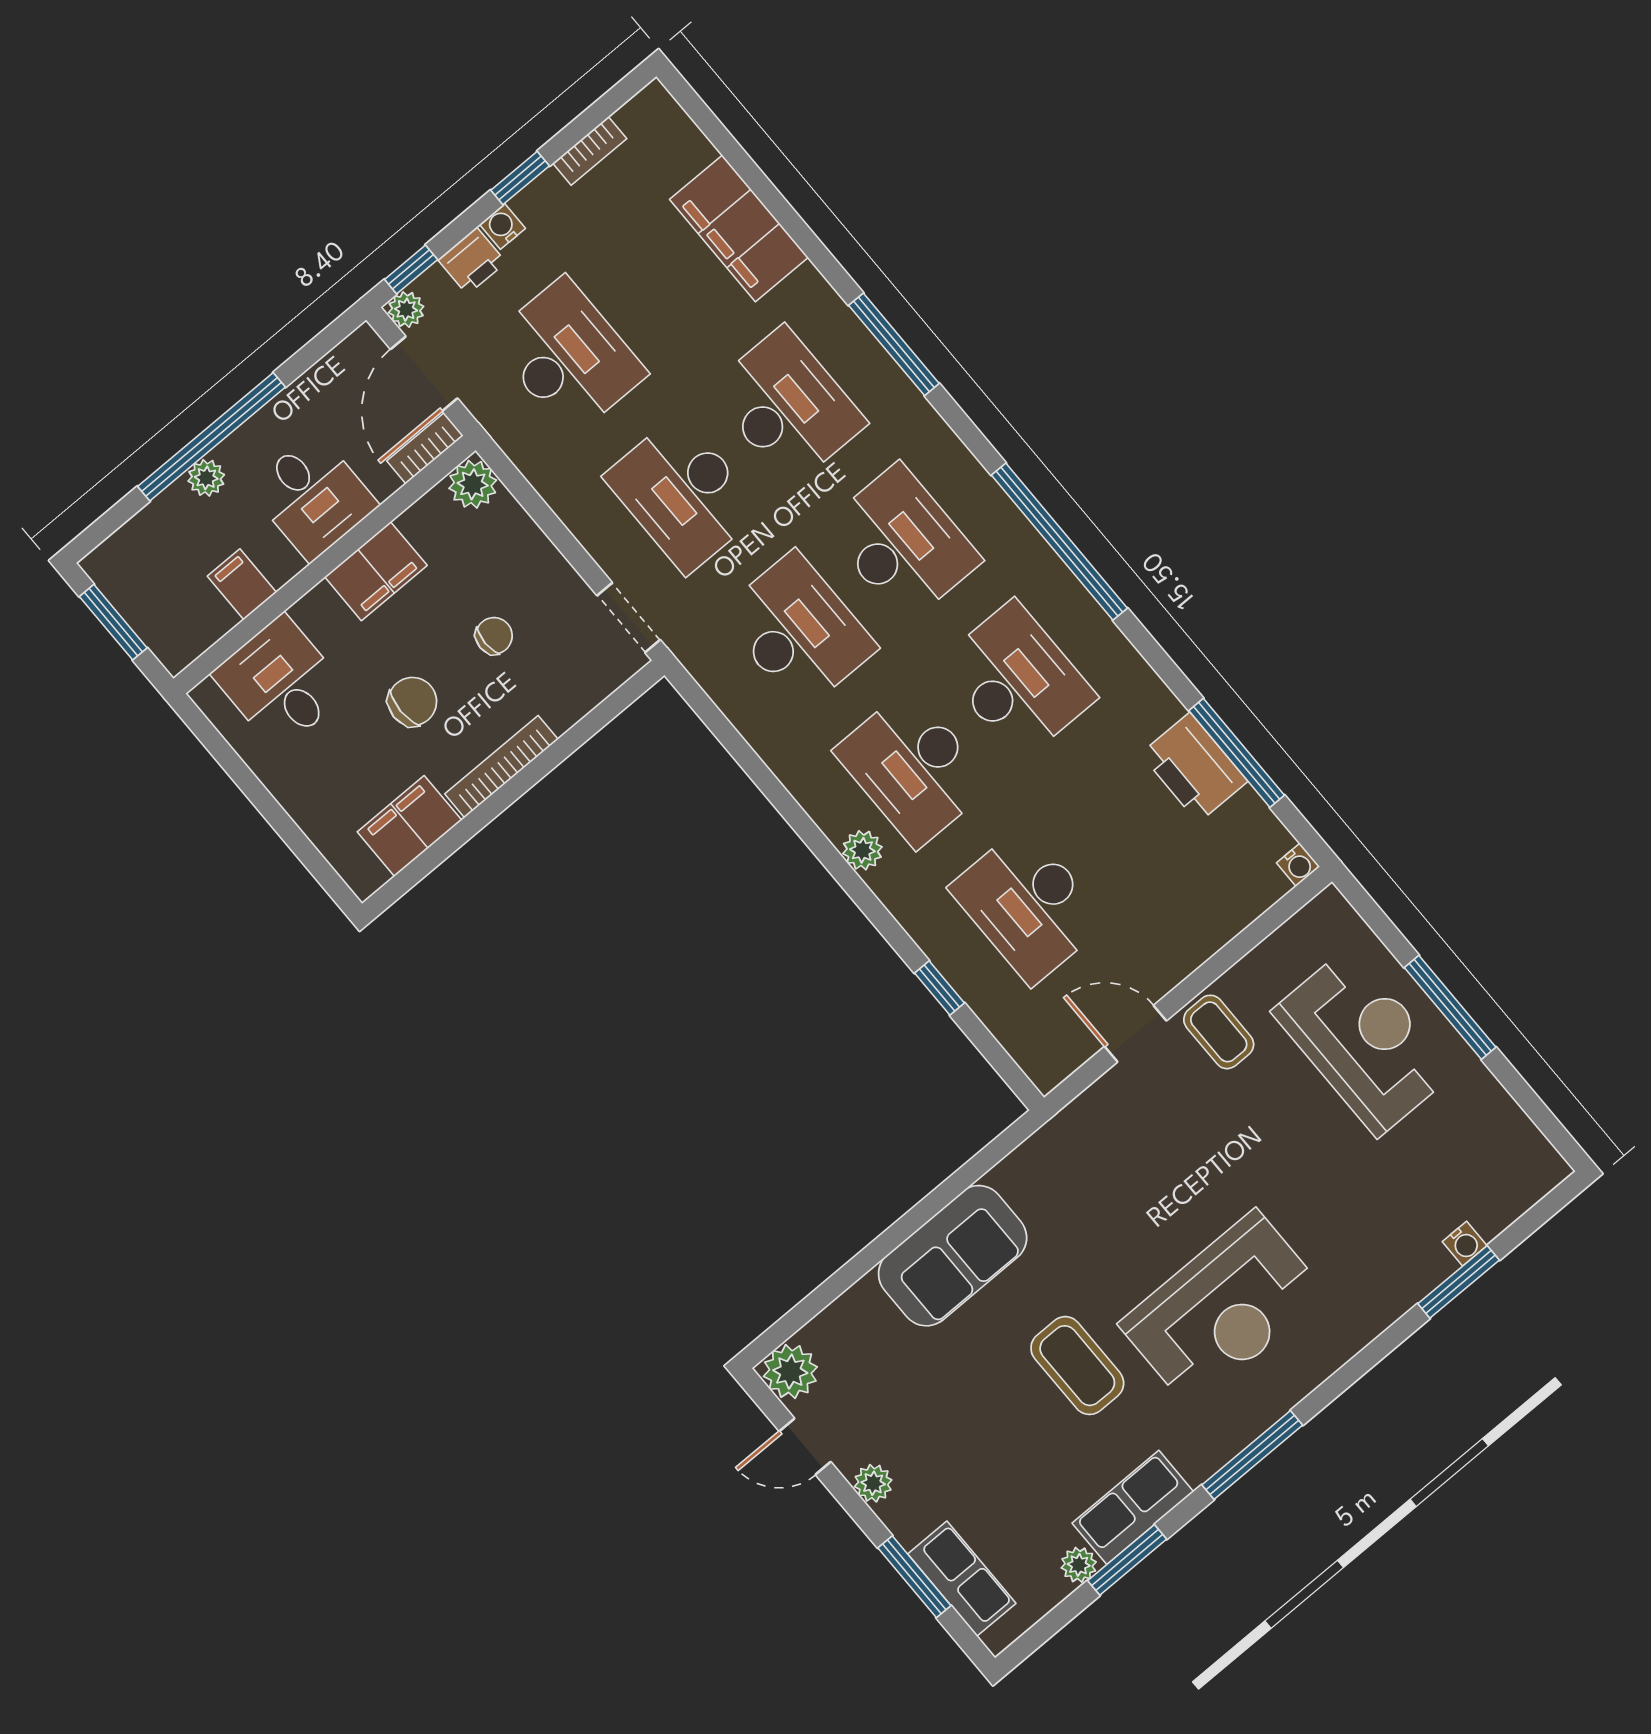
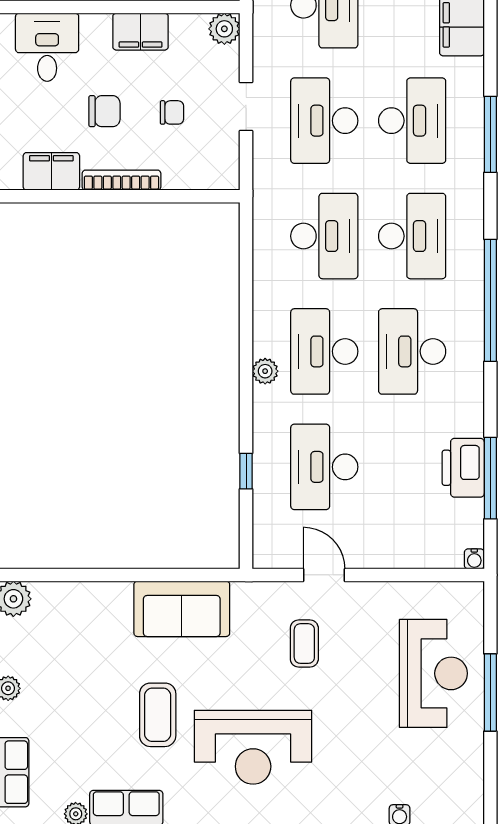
doorway: (629, 618) -> (246, 107), moved
desk: (1017, 680) -> (412, 351), turned 180
coffee table: (1219, 1032) -> (304, 644), moved
sofa: (953, 1256) -> (182, 609), moved

